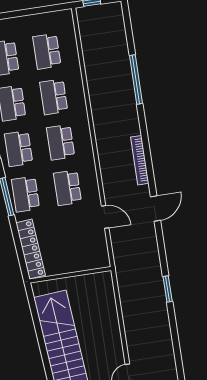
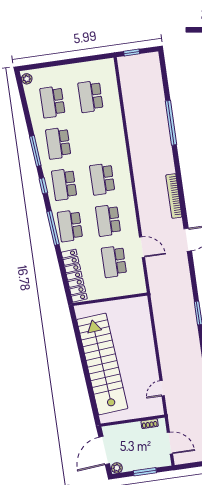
school desk: (54, 97) -> (114, 262), moved

